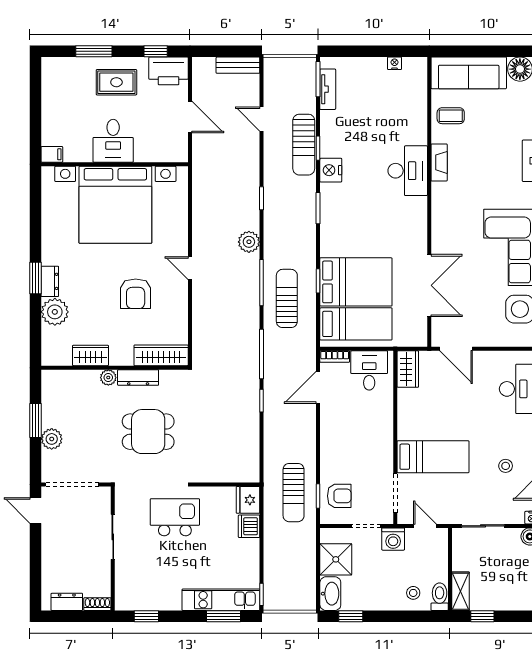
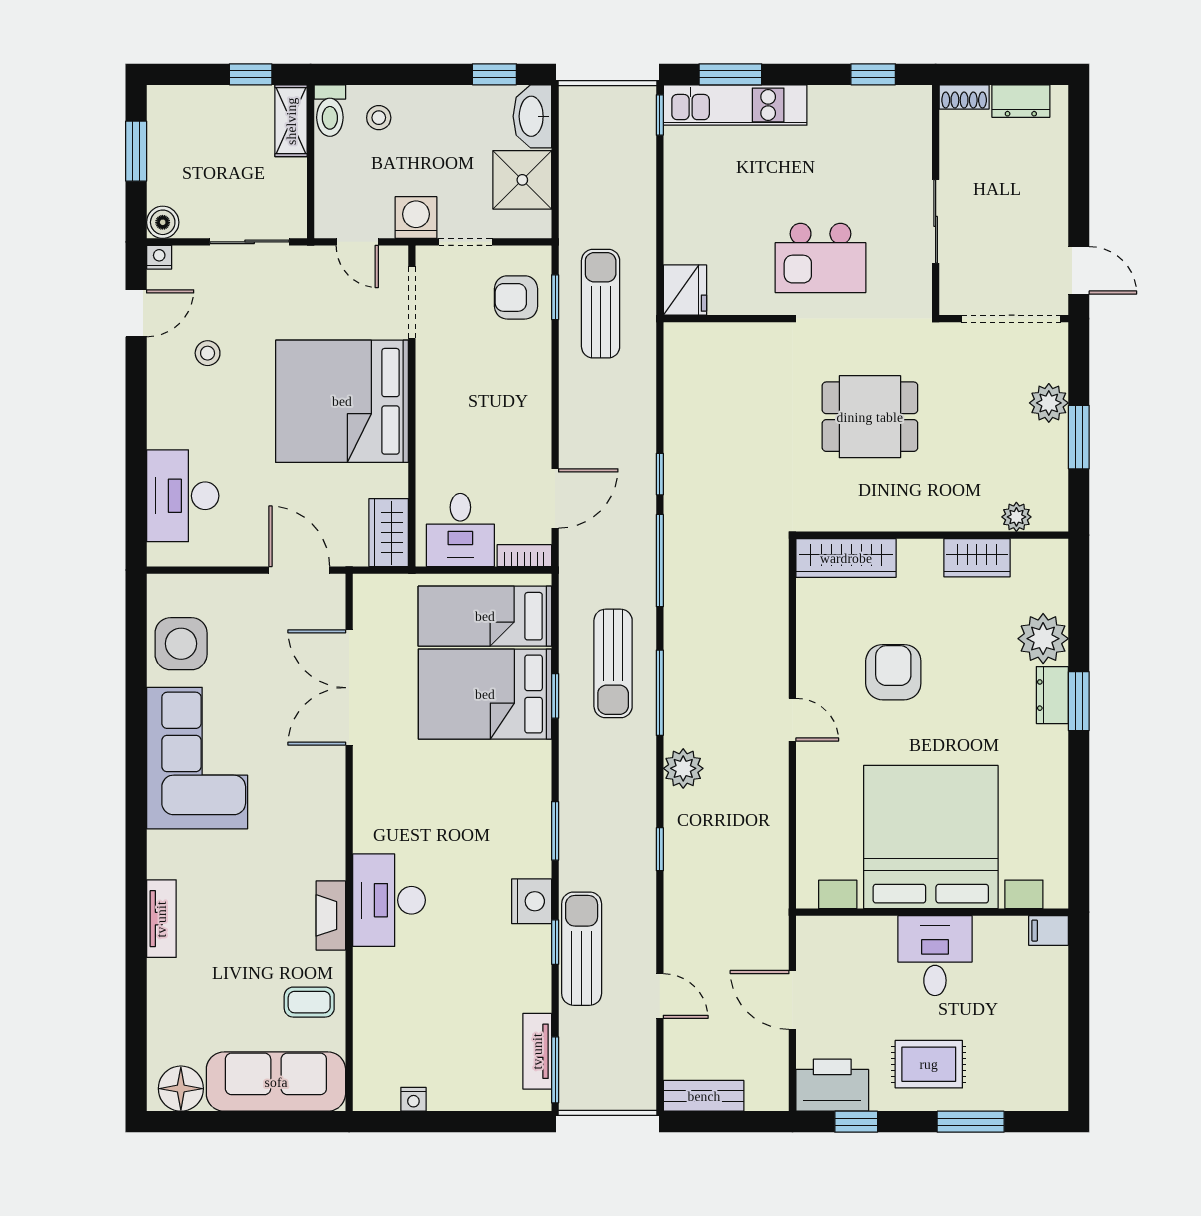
plant: (108, 377) -> (1016, 517), moved
dresser: (138, 378) -> (889, 517), removed
bed: (433, 457) -> (342, 401), width x2.04
dishwasher: (249, 526) -> (683, 241), removed

